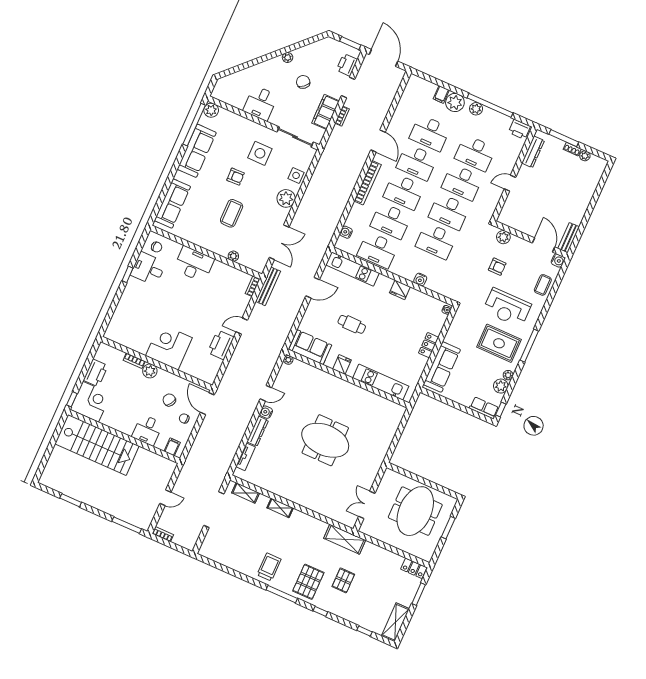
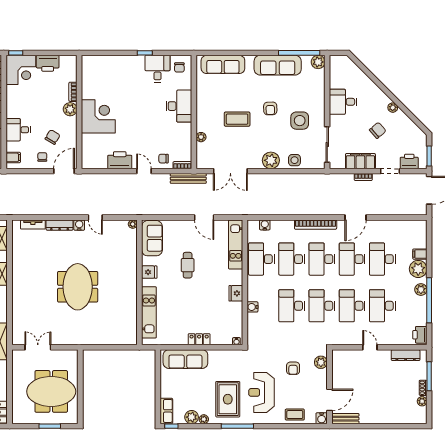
chair: (238, 302) -> (163, 159), added

